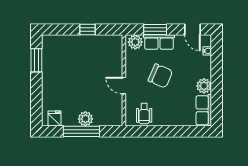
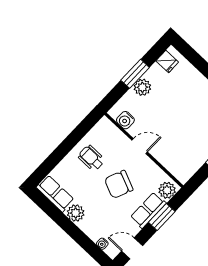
water cooler: (116, 110) -> (125, 120), added
wheelchair: (144, 114) -> (91, 158), moved
window: (81, 131) -> (135, 74), width x0.69

